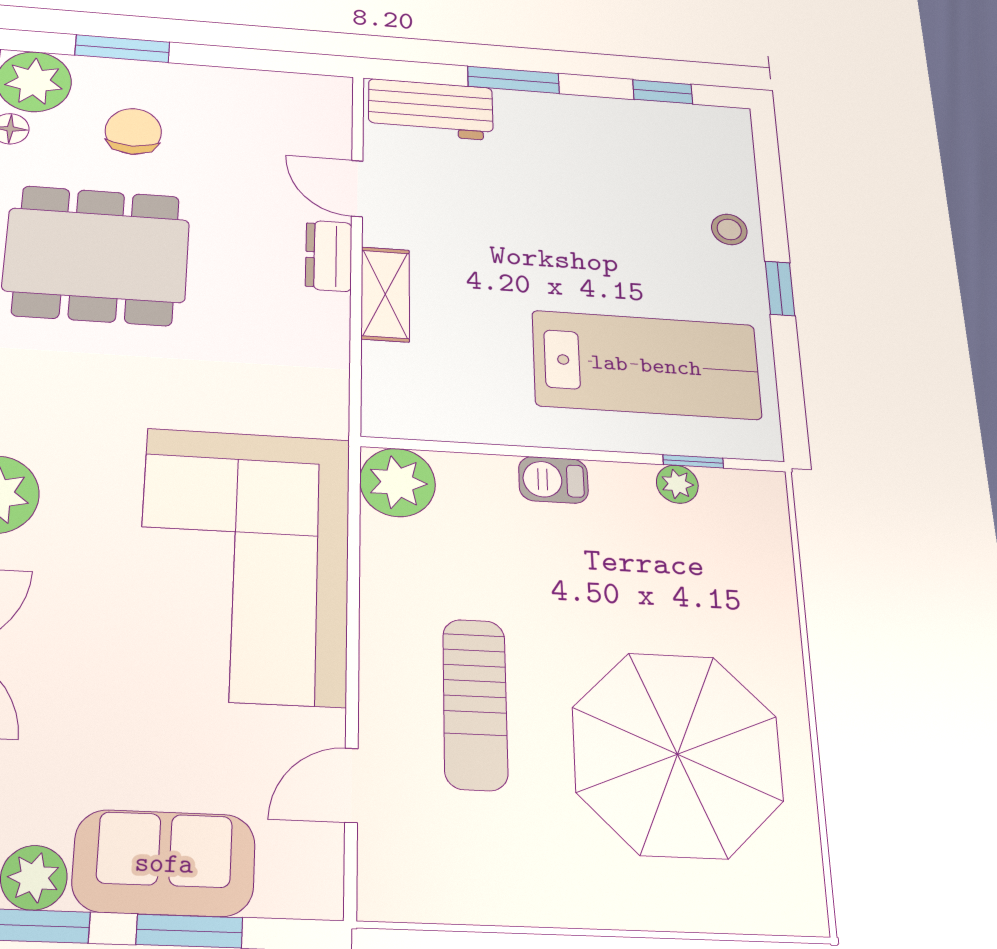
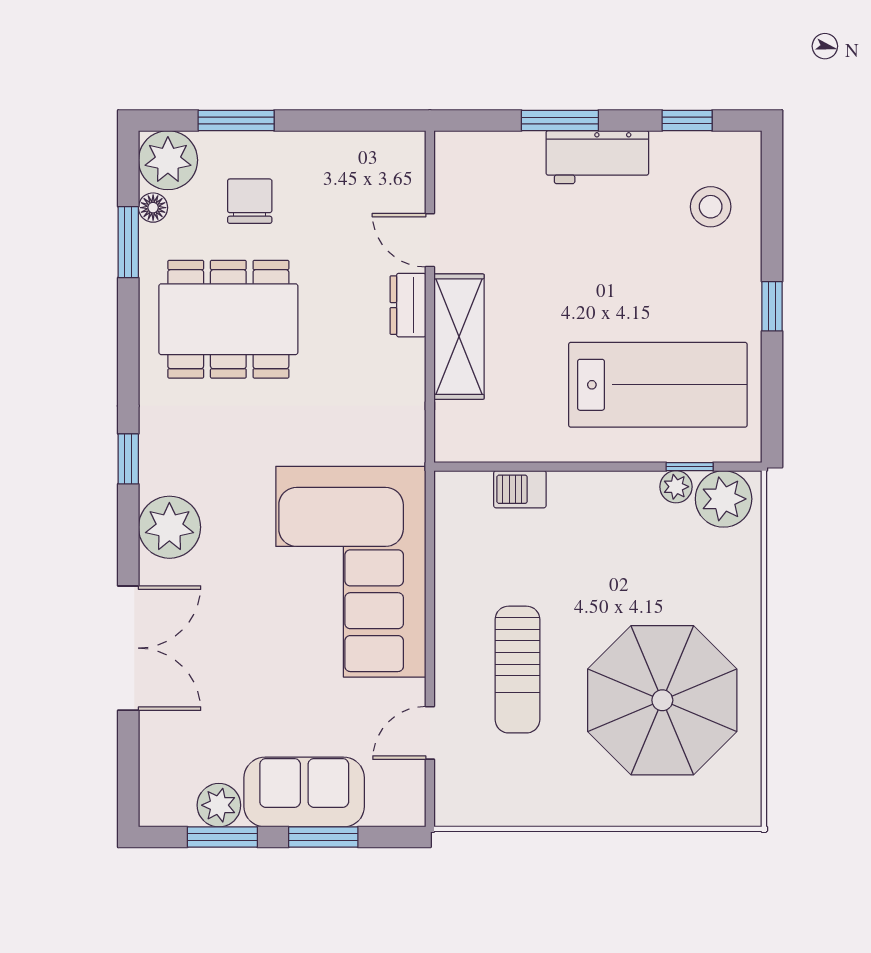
workbench: (431, 109) -> (597, 157), moved
stool: (729, 229) -> (711, 207), moved, width x1.37, depth x1.37
shelving: (385, 294) -> (459, 337), width x1.50, depth x1.33
barbecue: (553, 480) -> (520, 489), moved
plant: (398, 482) -> (724, 499), moved

